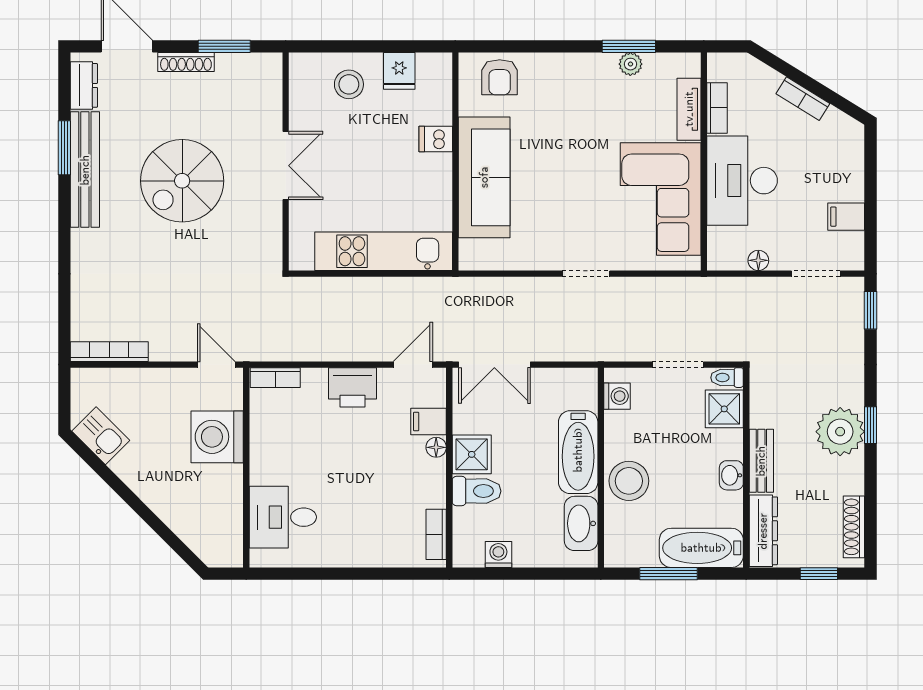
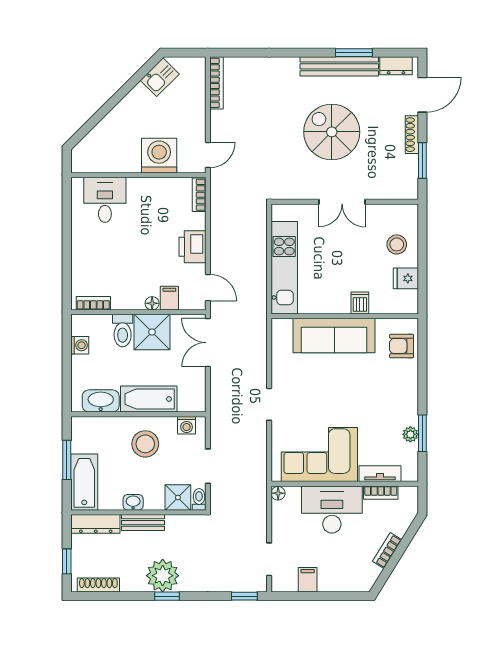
floor lamp: (758, 260) -> (278, 493), moved
shower: (472, 454) -> (152, 332), width x1.36, depth x1.36
stool: (629, 481) -> (145, 444), moved

